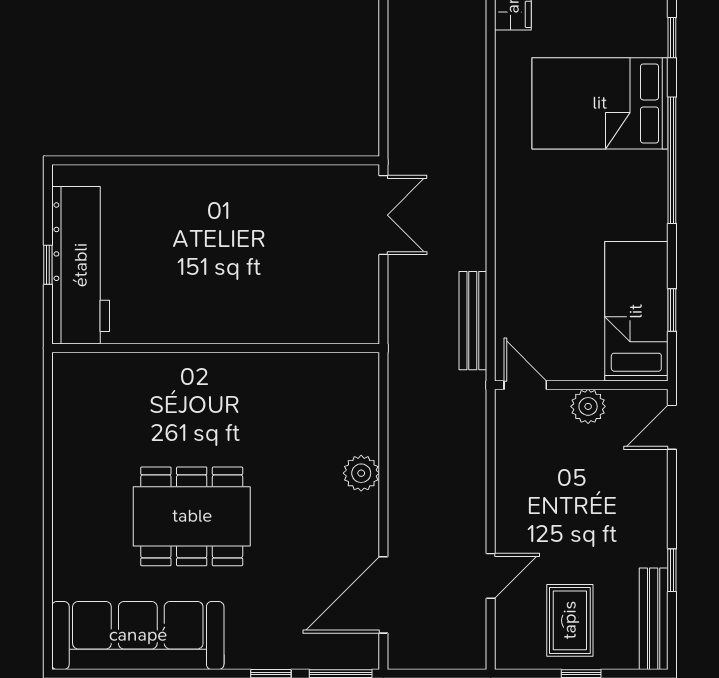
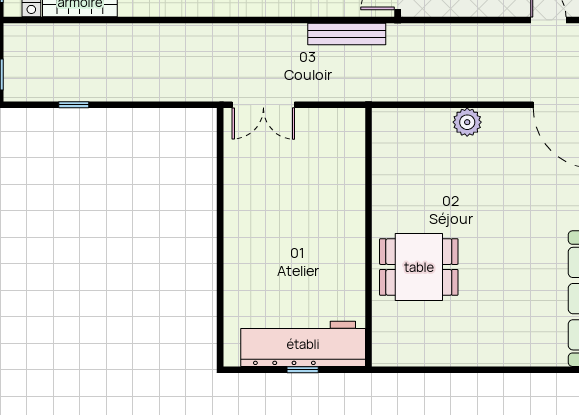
double door: (383, 215) -> (263, 105), swing flipped
dining table: (192, 516) -> (419, 267), moved, width x0.73

